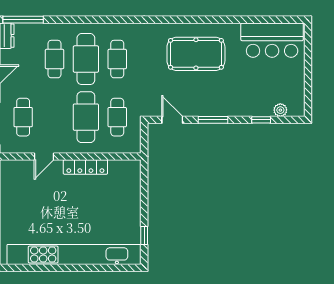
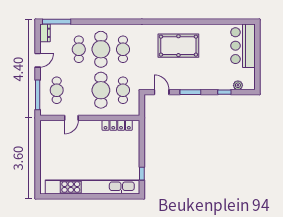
bar counter: (272, 40) -> (243, 46), moved, turned 90
locker: (85, 167) -> (117, 125), moved

